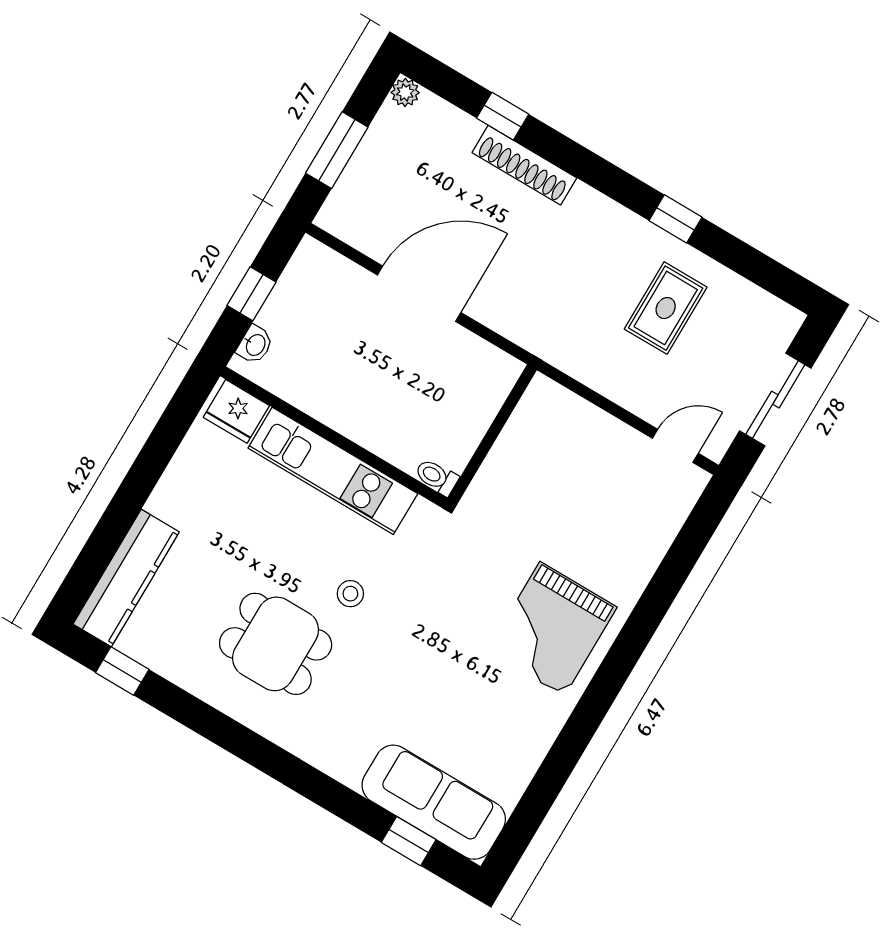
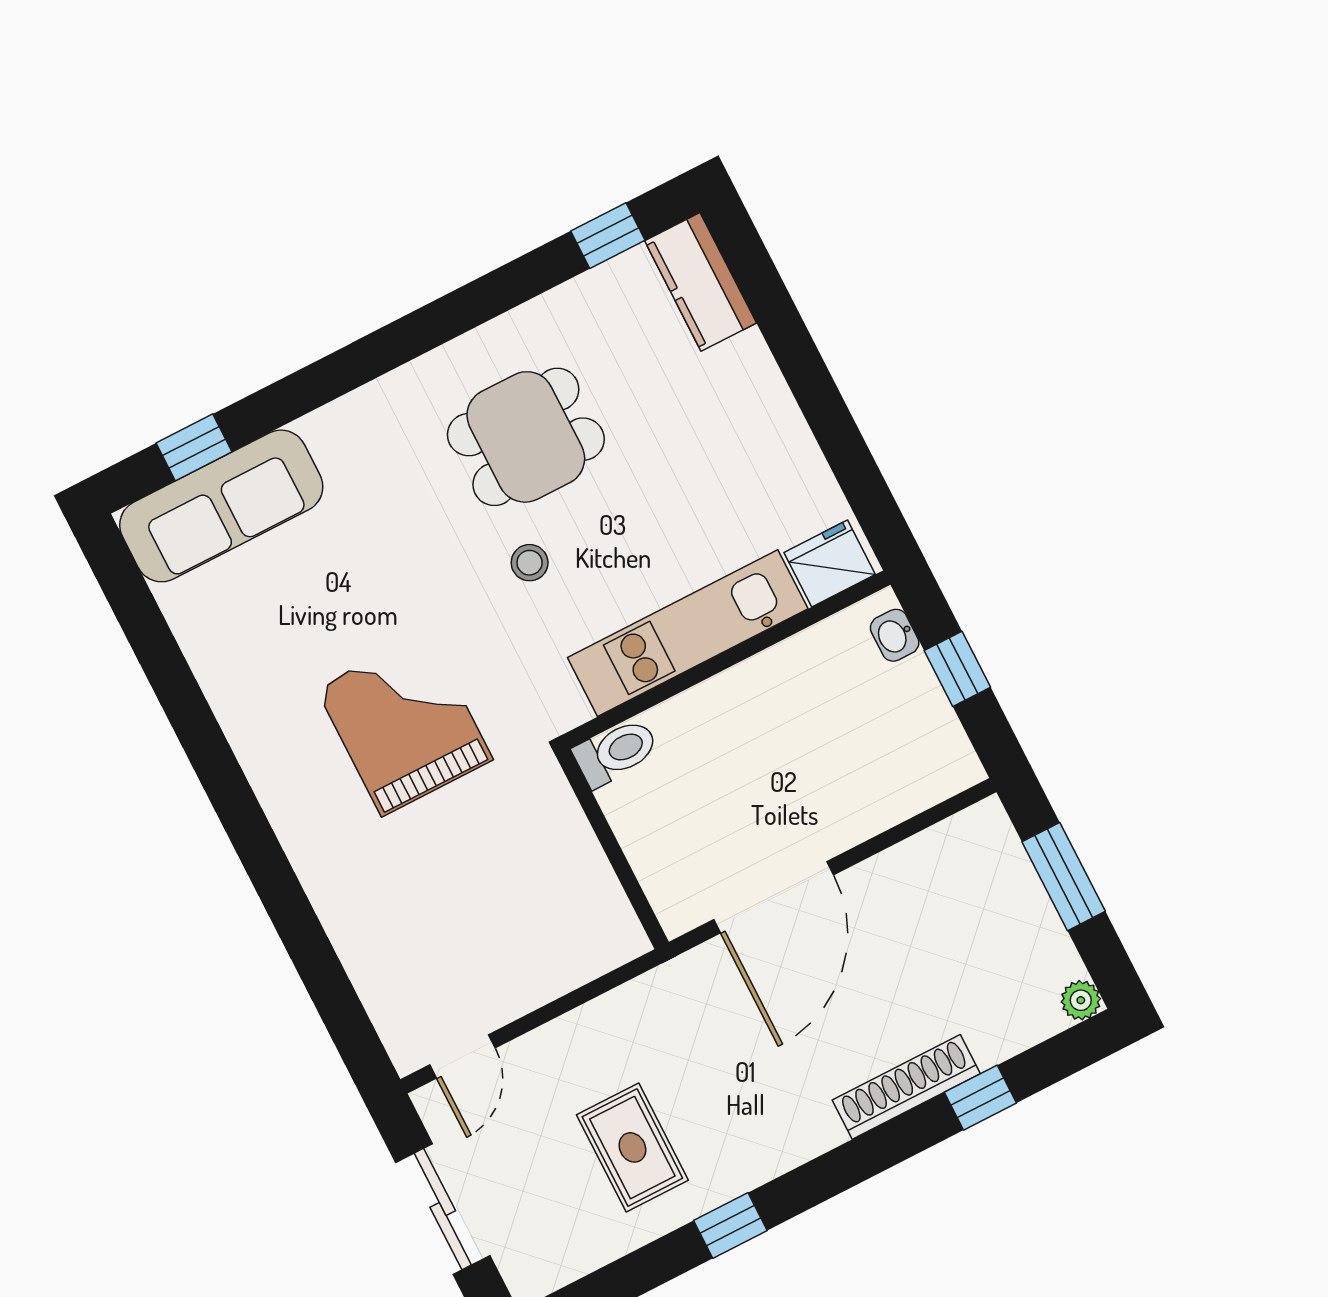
door: (419, 294) -> (774, 897), moved
toilet: (437, 477) -> (616, 752), width x1.37, depth x1.39
kitchen counter: (126, 578) -> (701, 282), width x0.67
grand piano: (552, 629) -> (405, 724), moved

